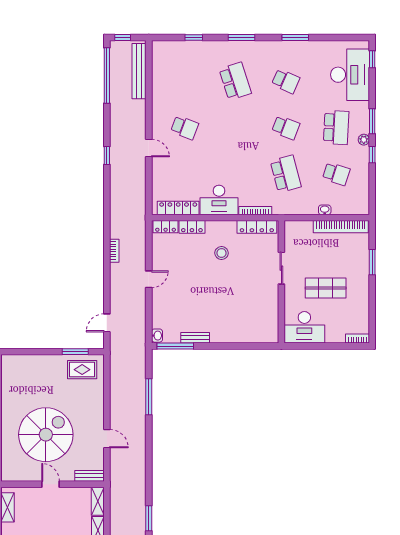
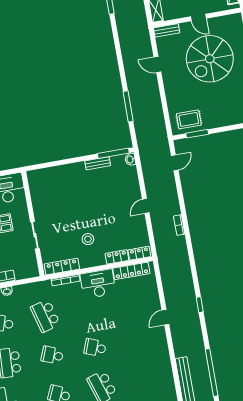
school desk: (185, 128) -> (95, 348), moved
door: (149, 148) -> (165, 317), hinge flipped

